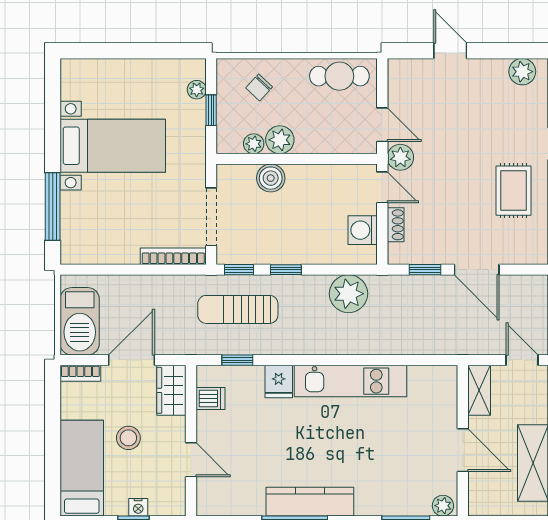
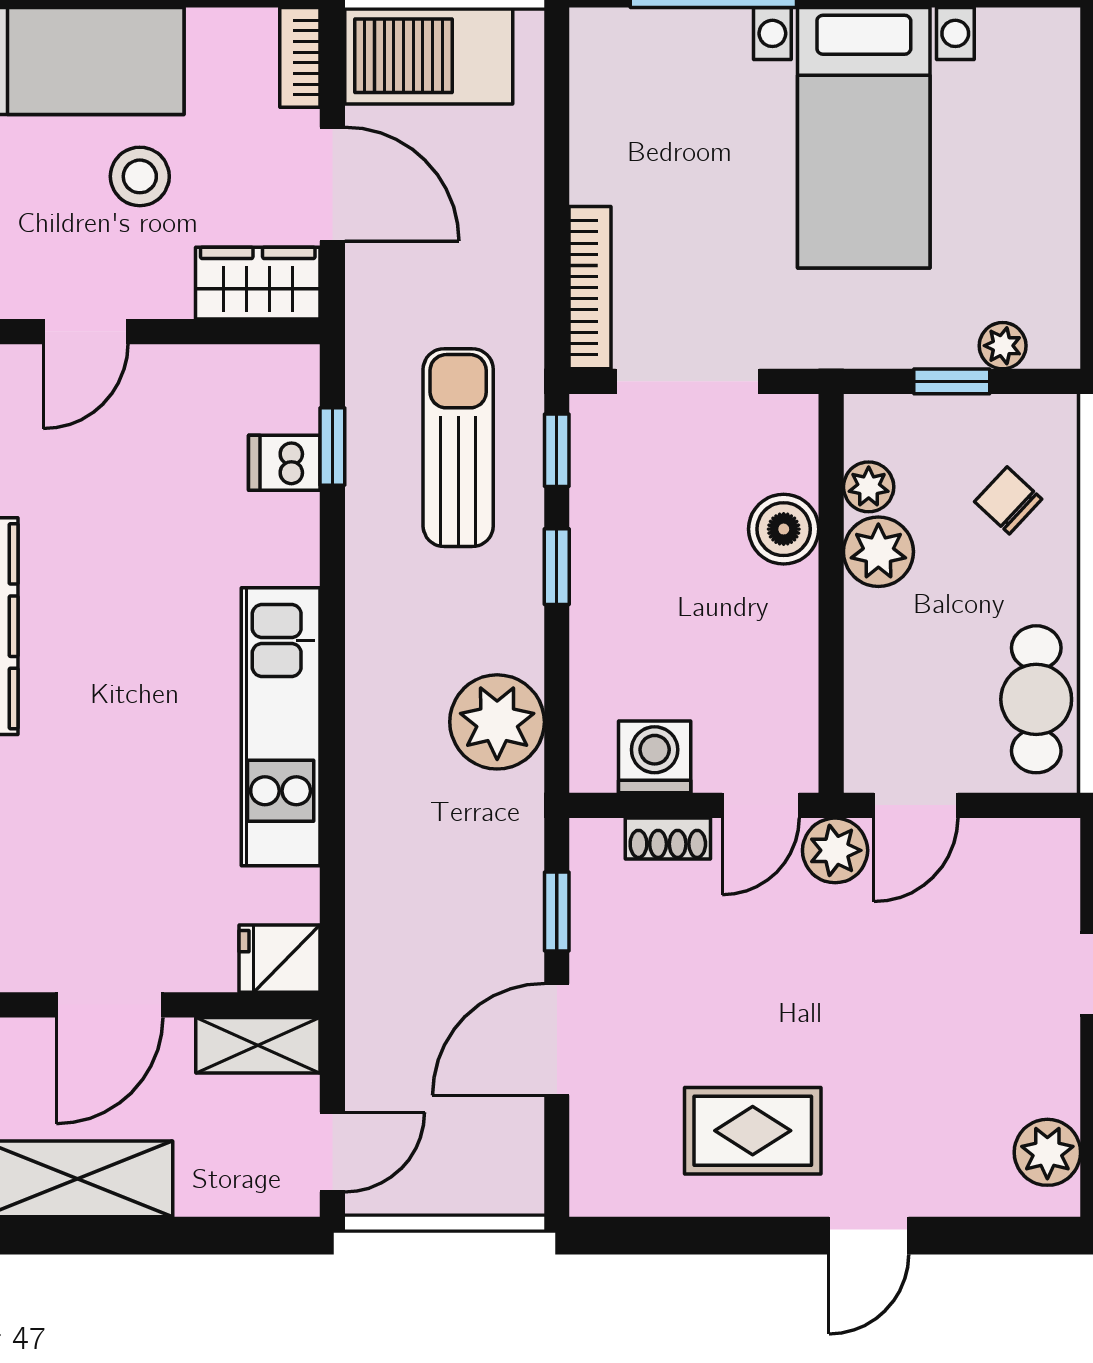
fridge: (279, 382) -> (280, 959), moved
dishwasher: (210, 398) -> (284, 463), moved, turned 90

